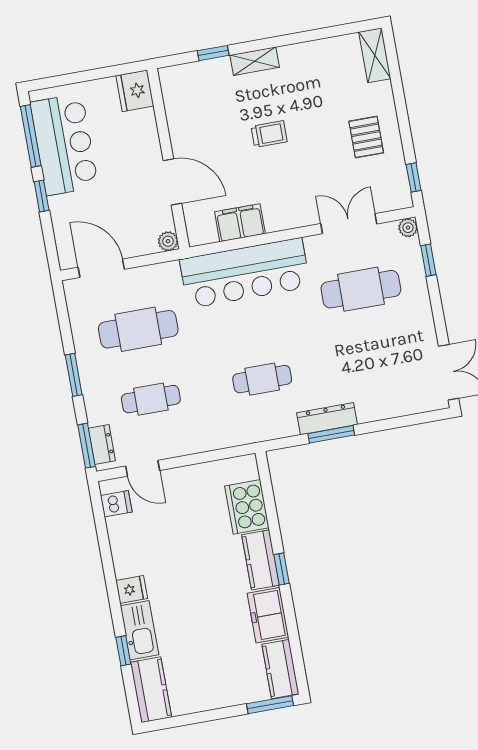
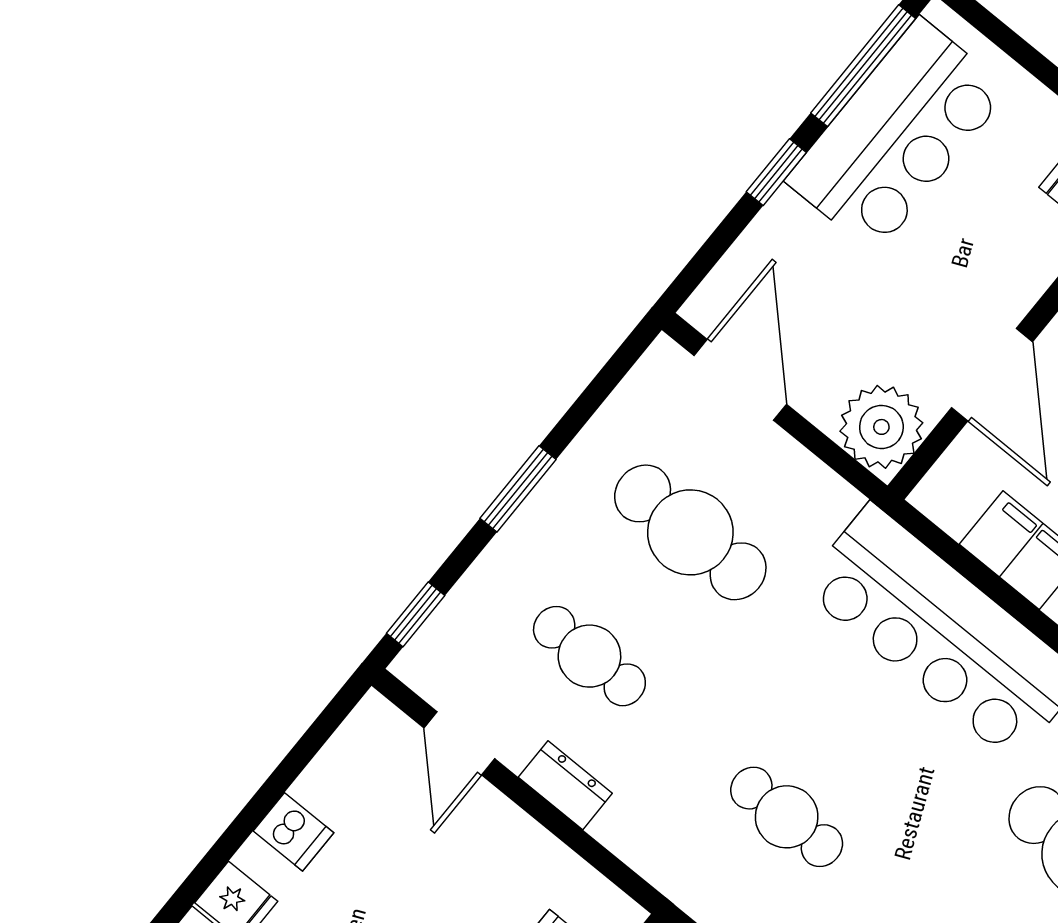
plant: (168, 241) -> (881, 427), width x1.88, depth x1.88
dresser: (102, 445) -> (565, 785), moved, turned -90
window: (86, 446) -> (416, 614), width x0.67
dishwasher: (116, 504) -> (293, 832), moved

